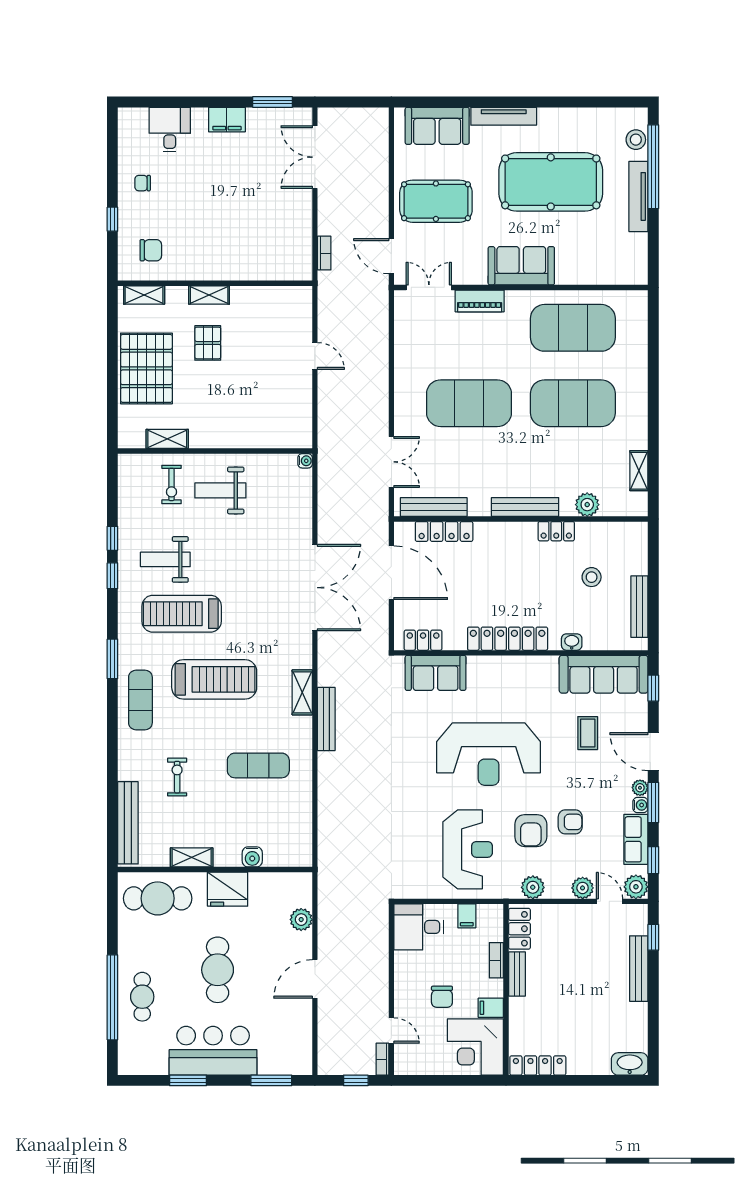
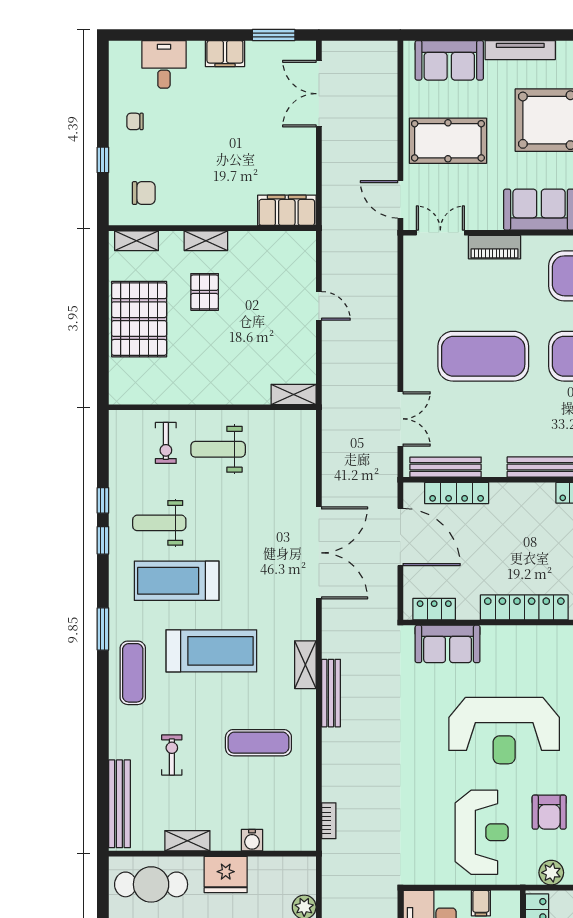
bookcase: (324, 253) -> (329, 821), moved
filing cabinet: (285, 266) -> (287, 210), added
shelving: (167, 439) -> (294, 394), moved
water cooler: (305, 461) -> (308, 418), removed

